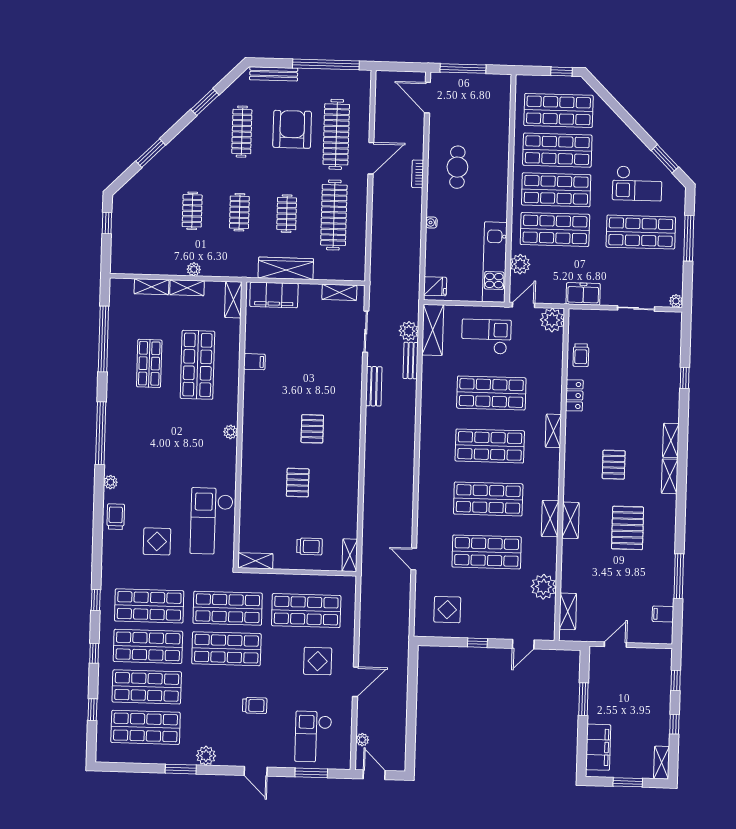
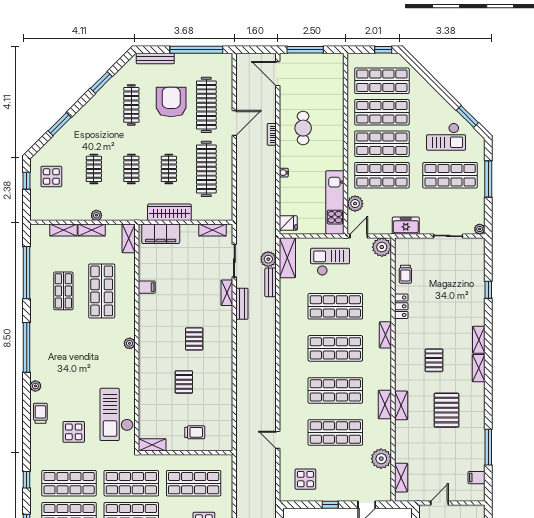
display table: (138, 219) -> (51, 176), added
shelving: (350, 555) -> (227, 293), moved

